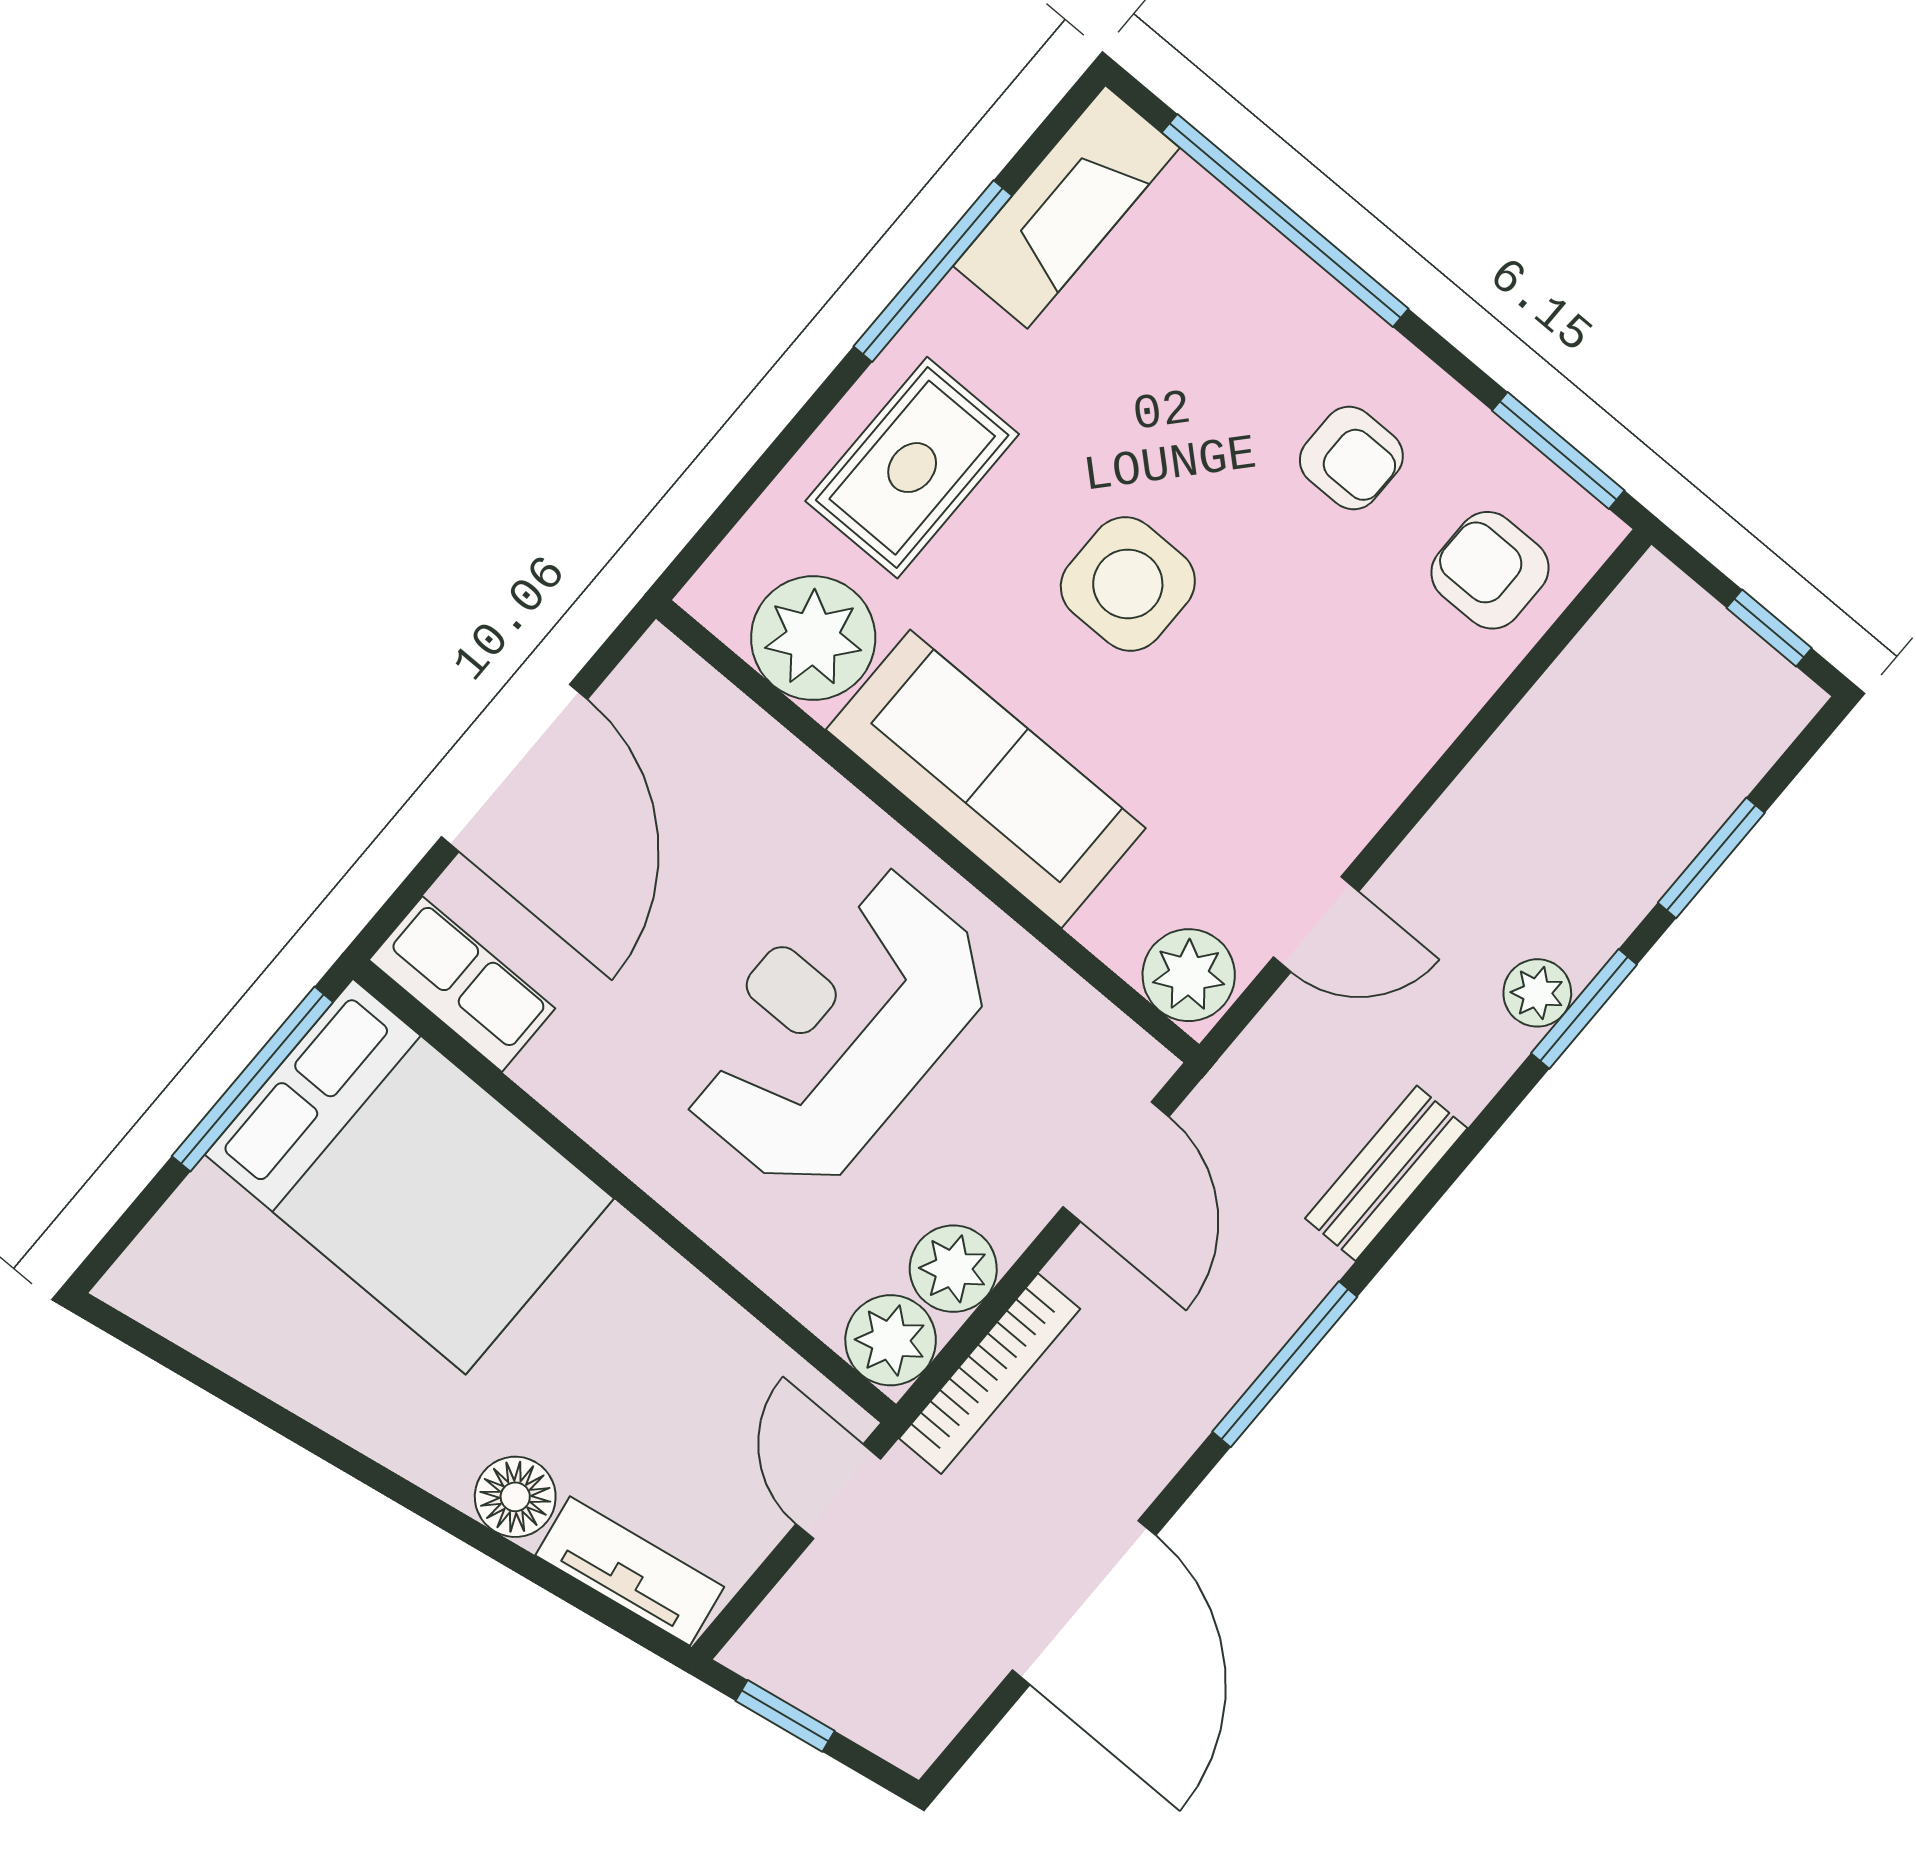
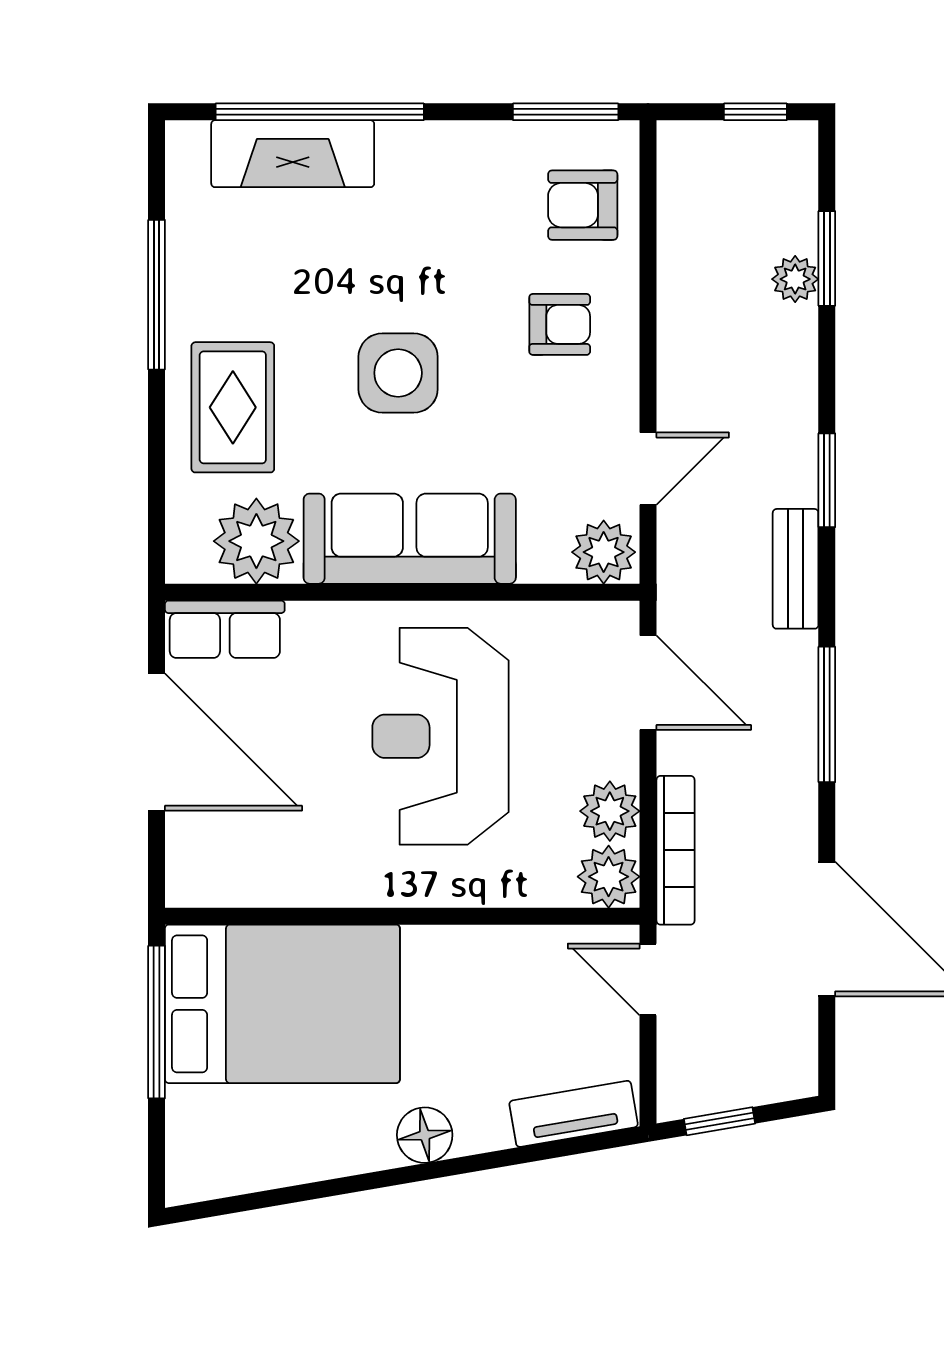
fireplace: (1066, 207) -> (293, 154), moved, turned 90
armchair: (1351, 458) -> (560, 324), moved
row of seats: (462, 984) -> (225, 629), moved, turned 180
plant: (1537, 993) -> (795, 279), moved
window: (1584, 1009) -> (827, 480), moved
floor lamp: (515, 1497) -> (425, 1135), moved

